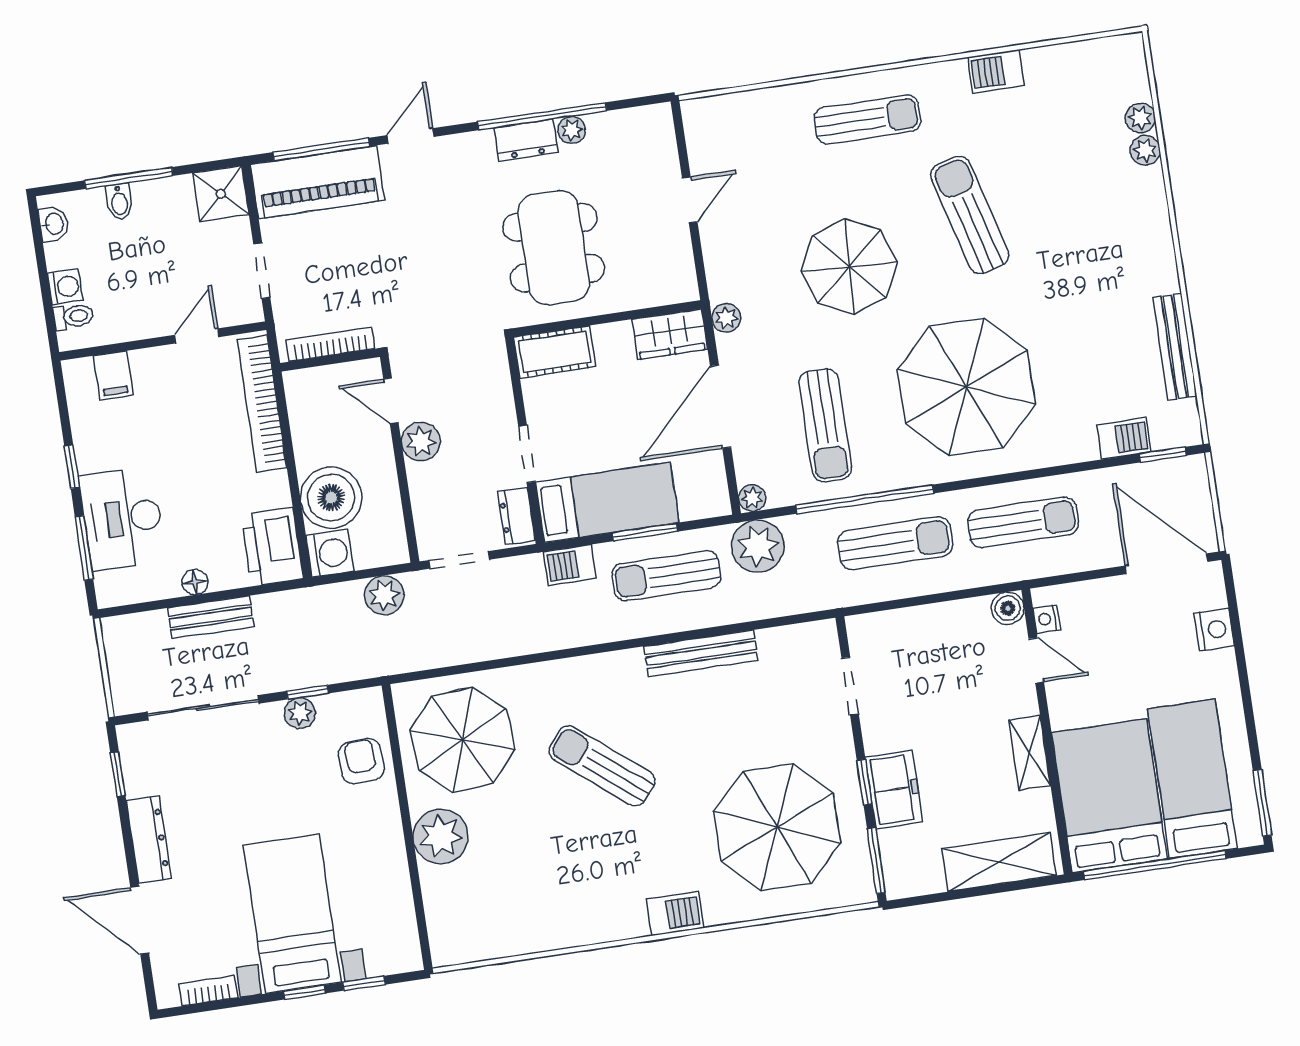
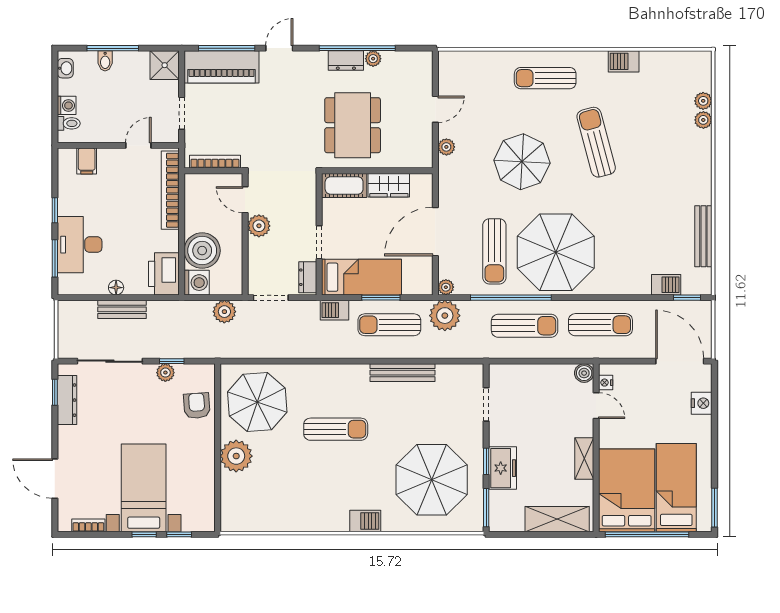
sun lounger: (867, 119) -> (545, 78), turned 180
plant: (726, 318) -> (446, 147), moved
wardrobe: (670, 334) -> (389, 185), moved
parasol: (966, 387) -> (556, 252), moved
sun lounger: (602, 766) -> (336, 429), turned 141
dresser: (149, 839) -> (67, 400), moved

